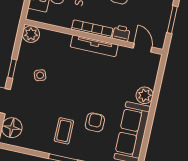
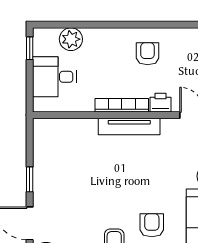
plant: (31, 34) -> (44, 129), removed
side table: (40, 75) -> (68, 180), removed

